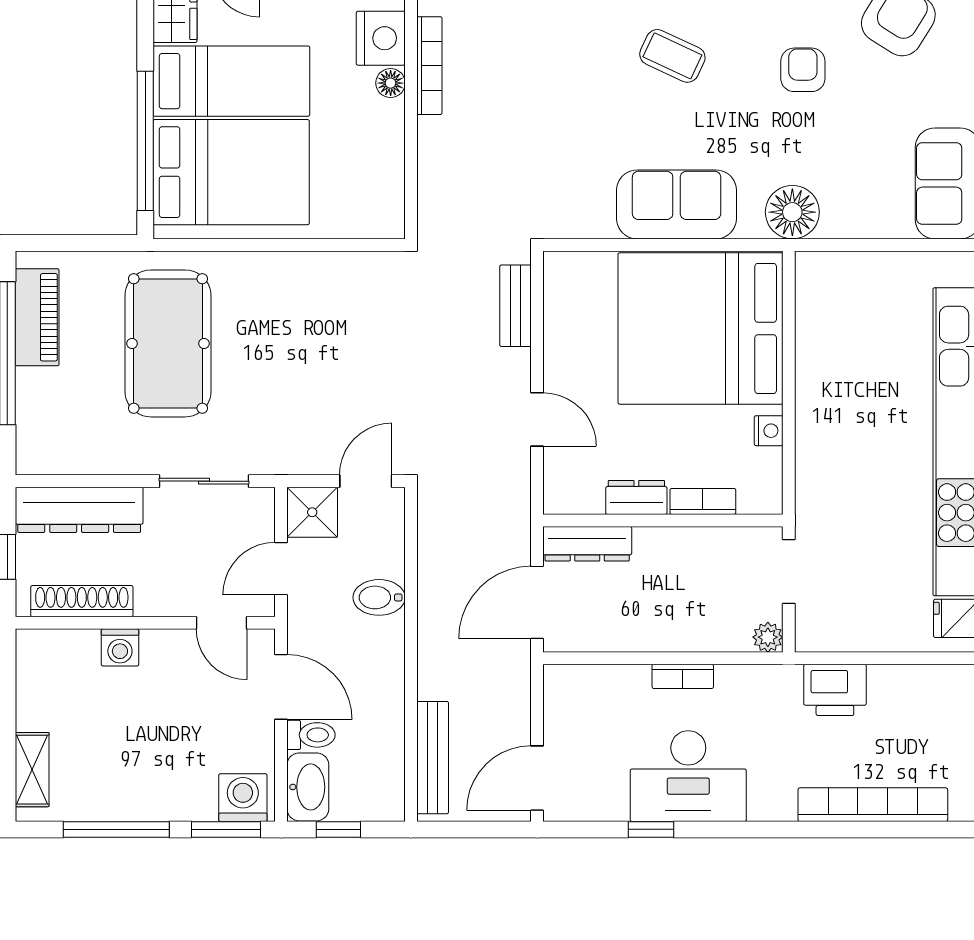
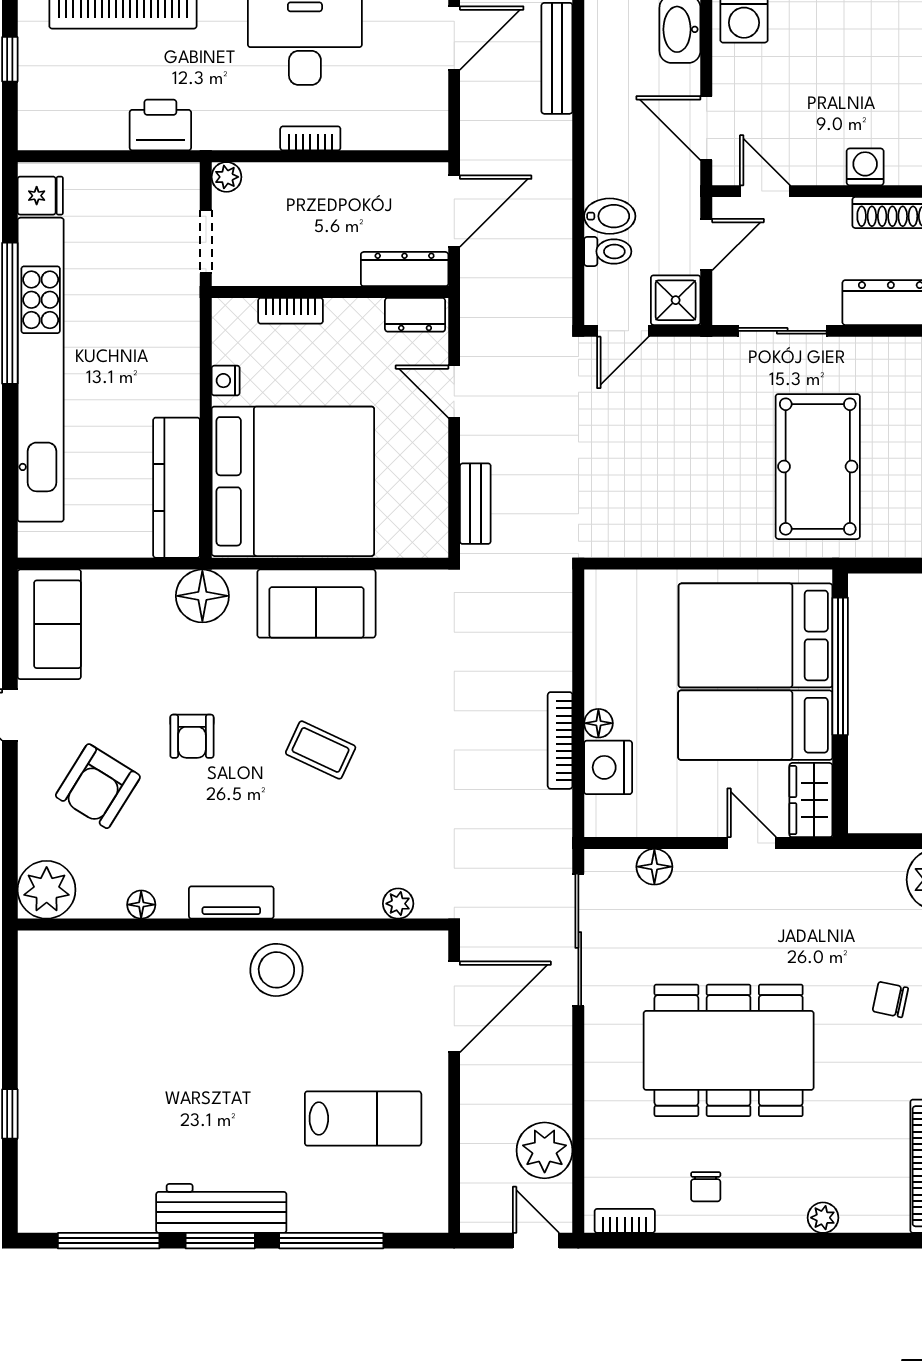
kitchen counter: (818, 322) -> (177, 488), added
dresser: (636, 497) -> (415, 315), moved
toilet: (311, 735) -> (608, 251), moved, turned 180

